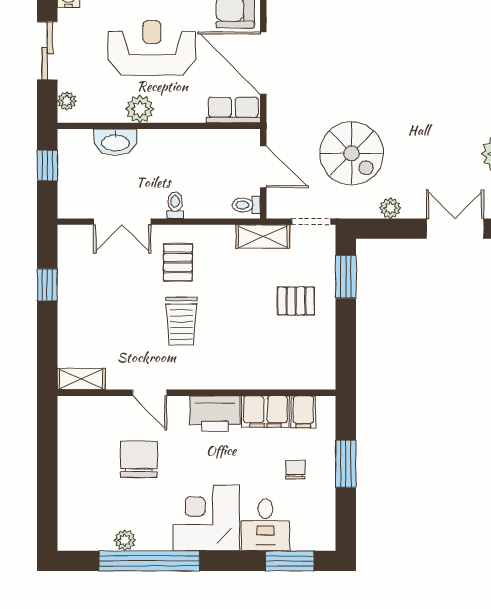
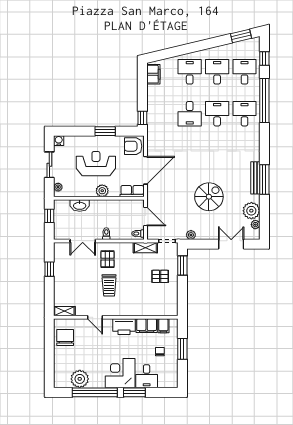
door: (263, 63) -> (146, 170), swing flipped
plant: (140, 109) -> (102, 191), moved
spiral stairs: (352, 153) -> (209, 197), moved, turned -90
plant: (390, 208) -> (191, 235), moved
chair: (139, 459) -> (65, 337), moved
plant: (125, 540) -> (80, 379), width x1.87, depth x1.87
window: (290, 561) -> (134, 392), moved

